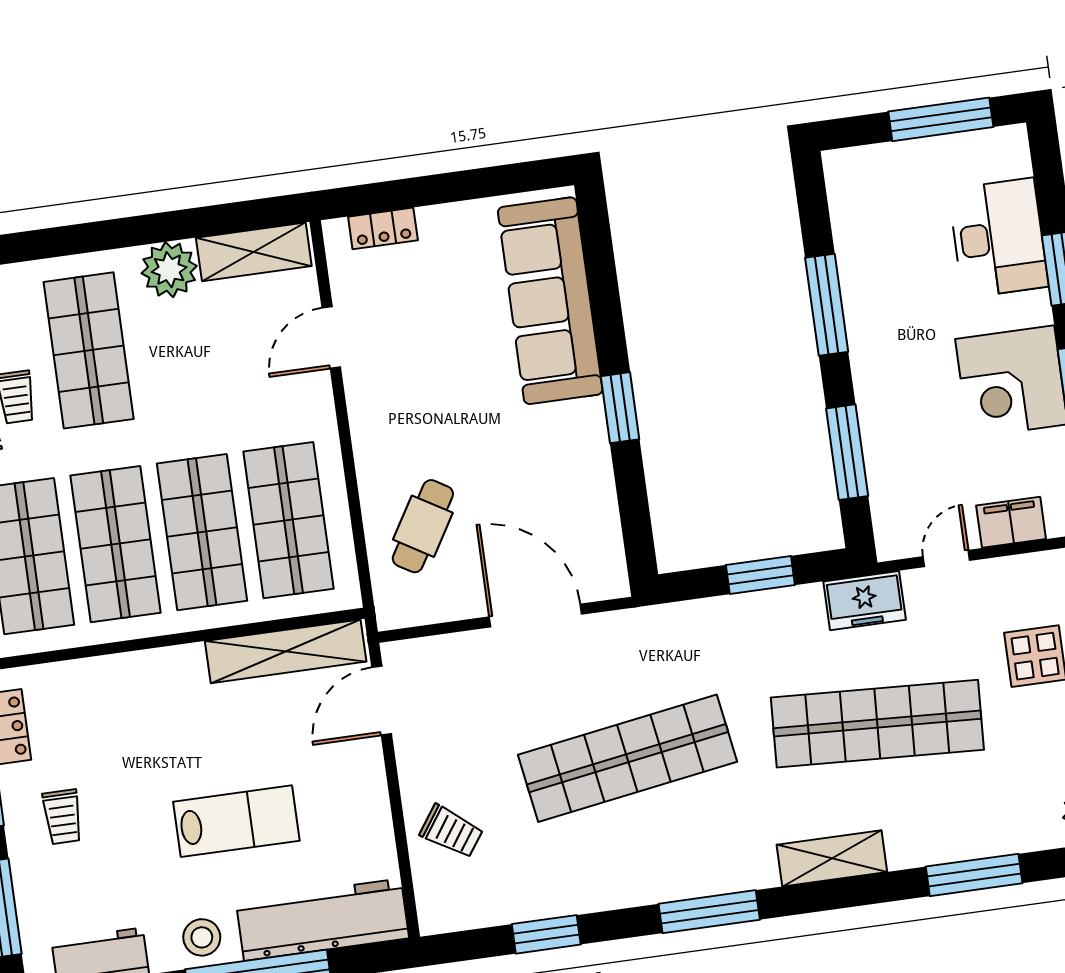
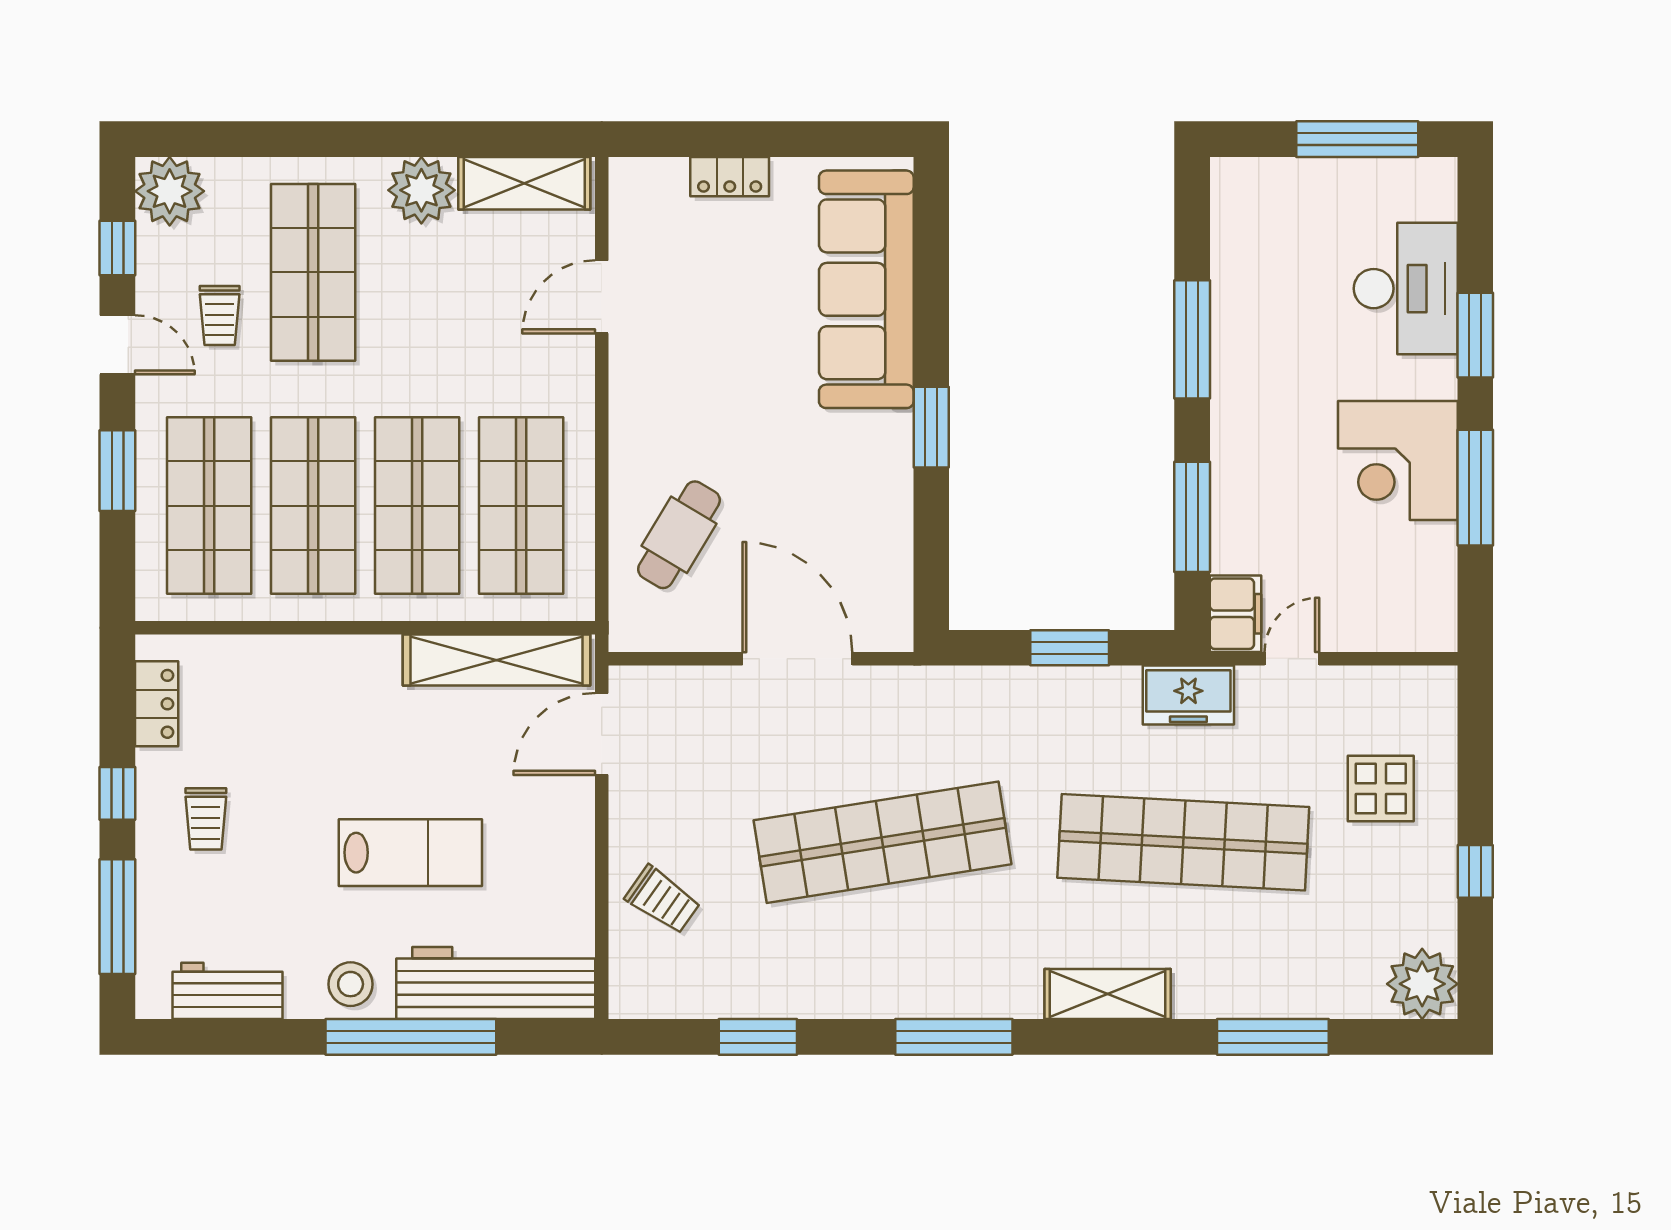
locker: (383, 228) -> (730, 177), moved
filing cabinet: (1011, 522) -> (1235, 614), moved, turned 90

